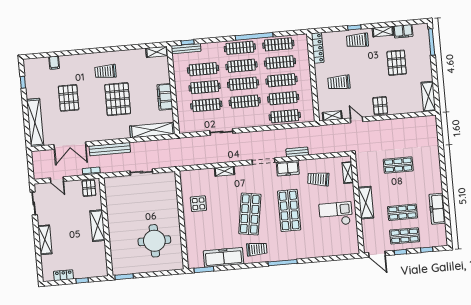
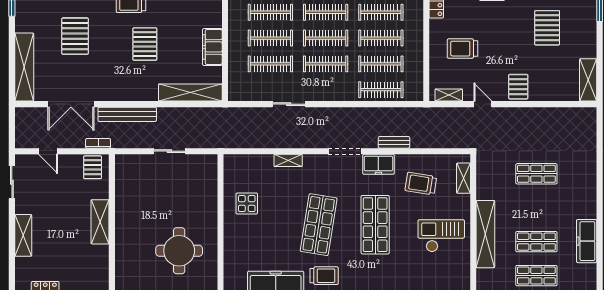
pallet: (118, 99) -> (145, 44), width x0.73, depth x0.71
shelving: (366, 203) -> (485, 234), width x1.47

